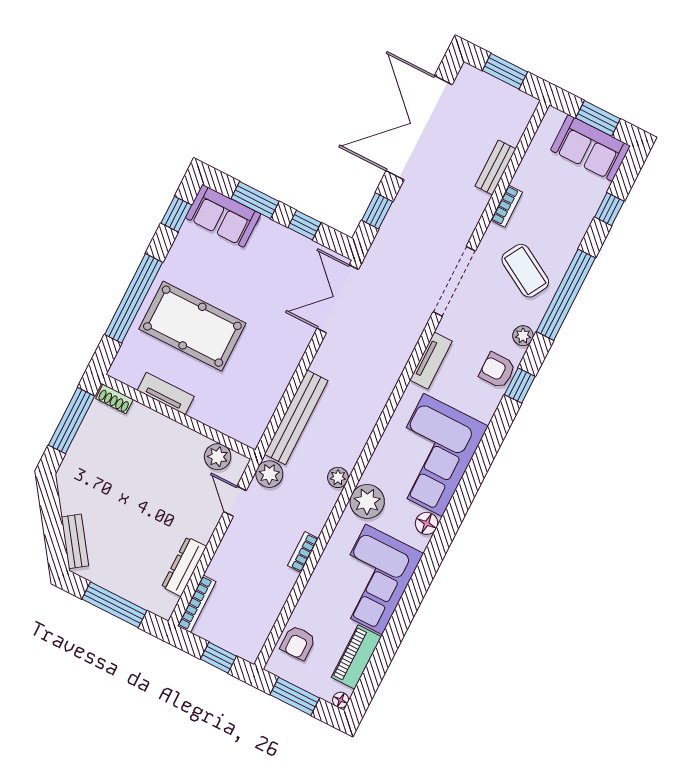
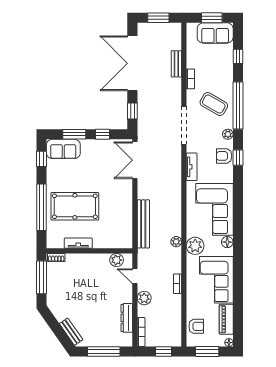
plant: (269, 474) -> (144, 298), moved
armchair: (298, 643) -> (196, 326), turned -90

